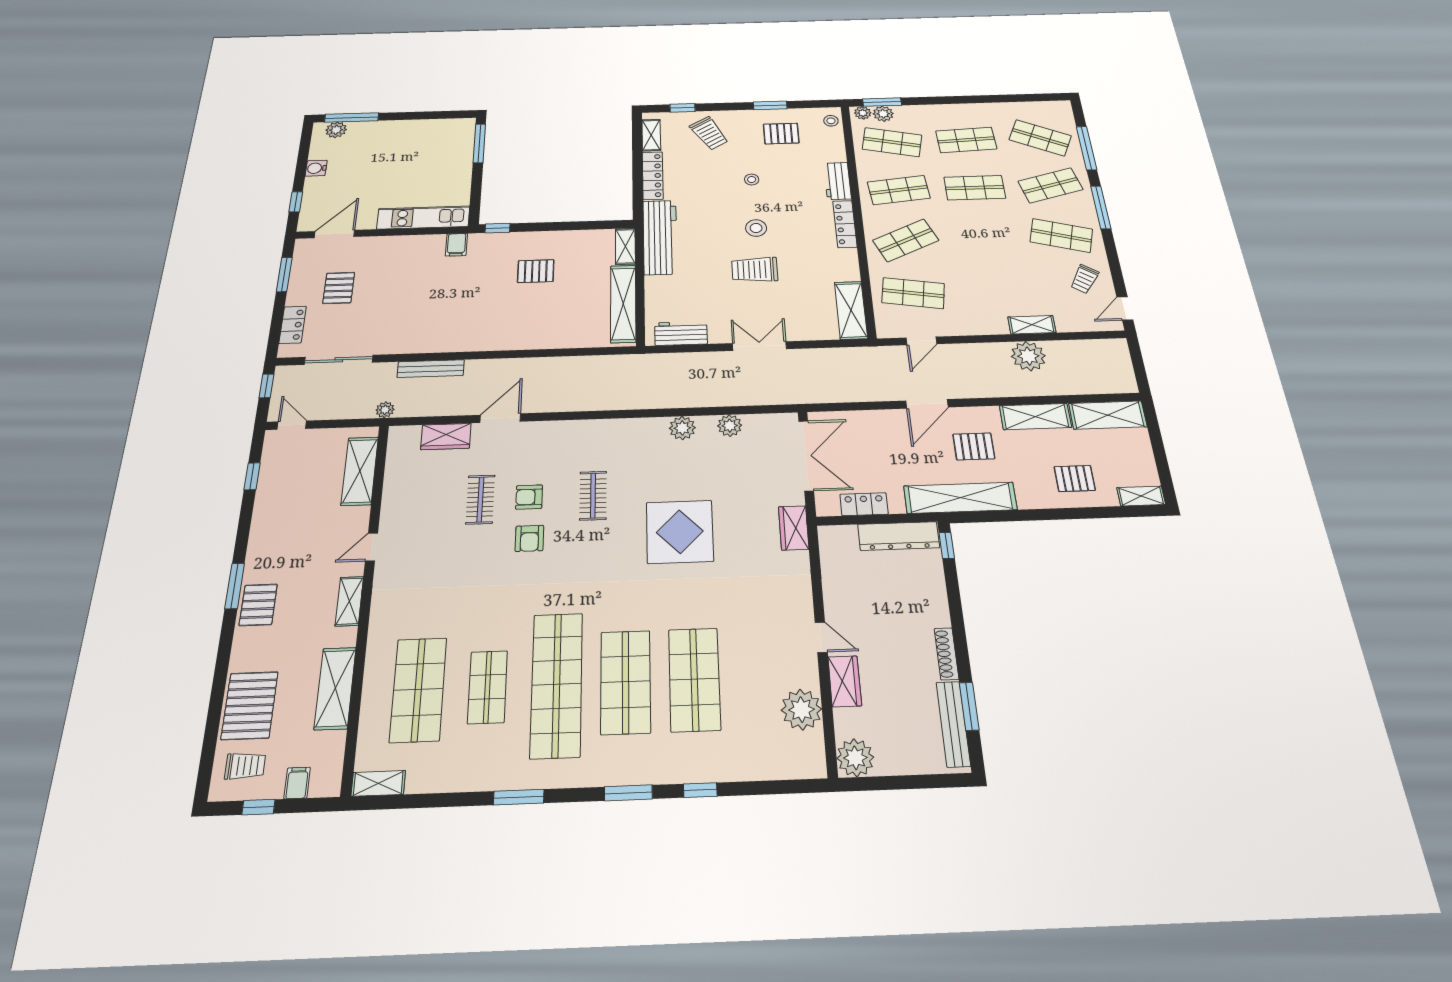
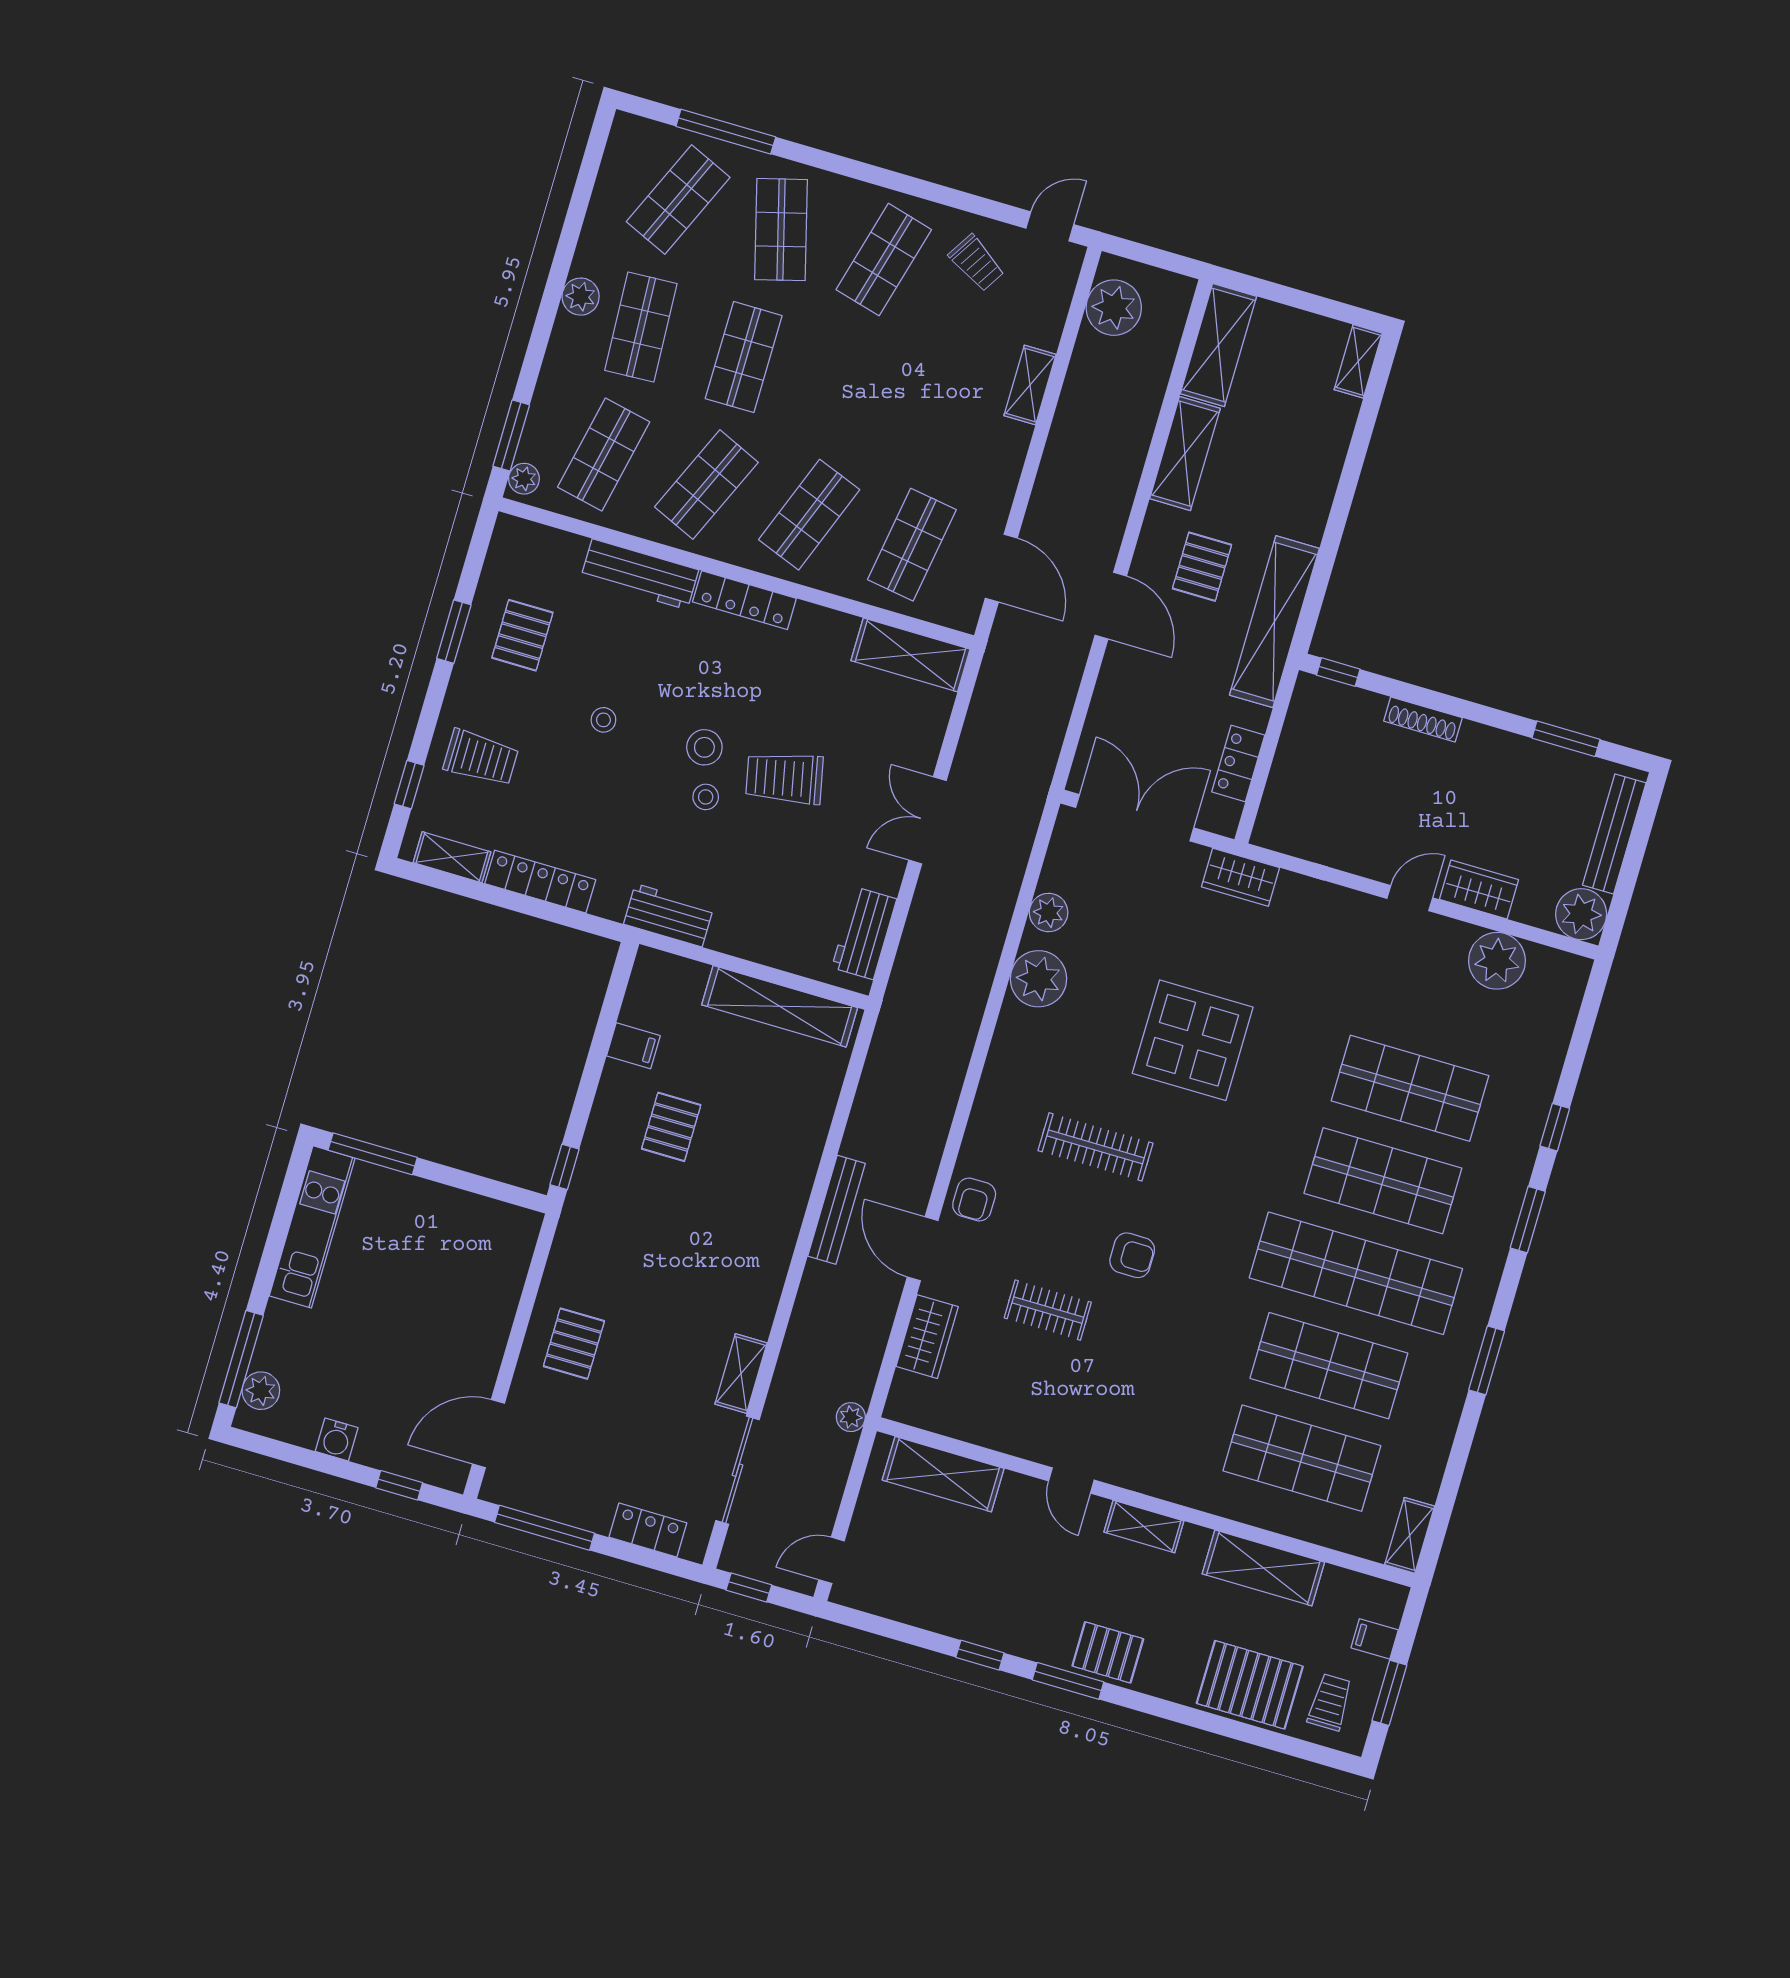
plant: (883, 114) -> (581, 297), moved
stool: (831, 121) -> (706, 797), moved
trolley: (709, 133) -> (481, 758), turned 31
workbench: (837, 181) -> (640, 574), width x1.38
shop shelf: (899, 190) -> (706, 485), turned 30
window: (1101, 207) -> (851, 168), removed
kitchen unit: (423, 217) -> (312, 1227), moved, turned 180
door: (334, 234) -> (488, 1434), hinge flipped
workbench: (660, 237) -> (669, 915), width x0.53, depth x0.76
shop shelf: (906, 240) -> (809, 515), turned 45
filing cabinet: (456, 245) -> (633, 1046), moved
shelving: (625, 246) -> (741, 1374), moved, turned 90
trolley: (755, 270) -> (784, 778), turned 78
window: (284, 274) -> (544, 1528), width x1.44
pallet: (339, 288) -> (574, 1344), moved, turned 90
door: (1125, 308) -> (1050, 226), swing flipped
door: (921, 341) -> (1001, 568), width x1.38
plant: (1028, 356) -> (1114, 308), moved
bench: (431, 369) -> (837, 1210), moved
plant: (682, 428) -> (1039, 979), width x1.36, depth x1.36
window: (252, 476) -> (980, 1655), moved
pallet: (1075, 478) -> (1300, 443), removed
clothes rail: (593, 496) -> (1096, 1147), width x1.36
armchair: (529, 497) -> (974, 1200), moved
dresser: (899, 536) -> (1302, 734), removed
shoe rack: (946, 654) -> (1423, 719), moved
shop shelf: (488, 687) -> (1329, 1366), width x1.43, depth x1.36
bench: (953, 724) -> (1614, 834), moved, turned 90
window: (258, 807) -> (1389, 1693), width x1.50

